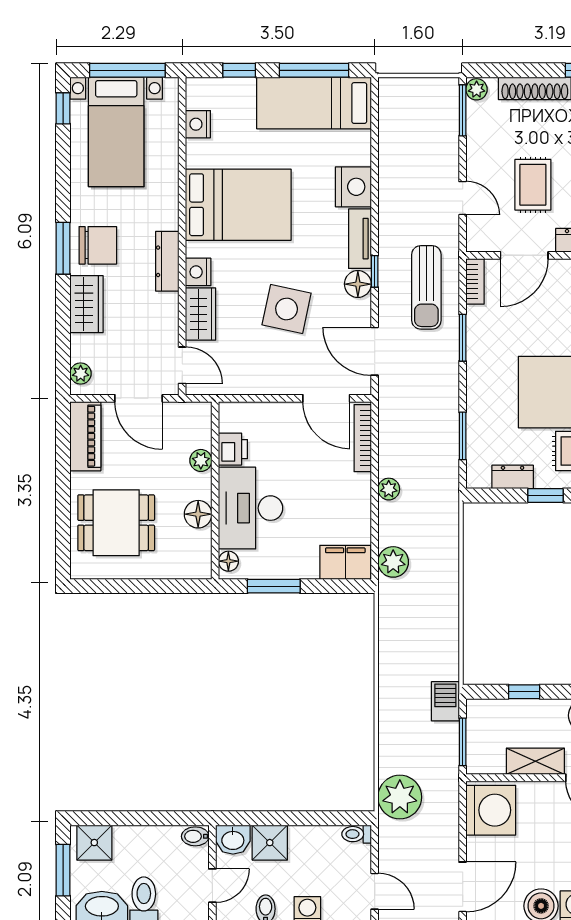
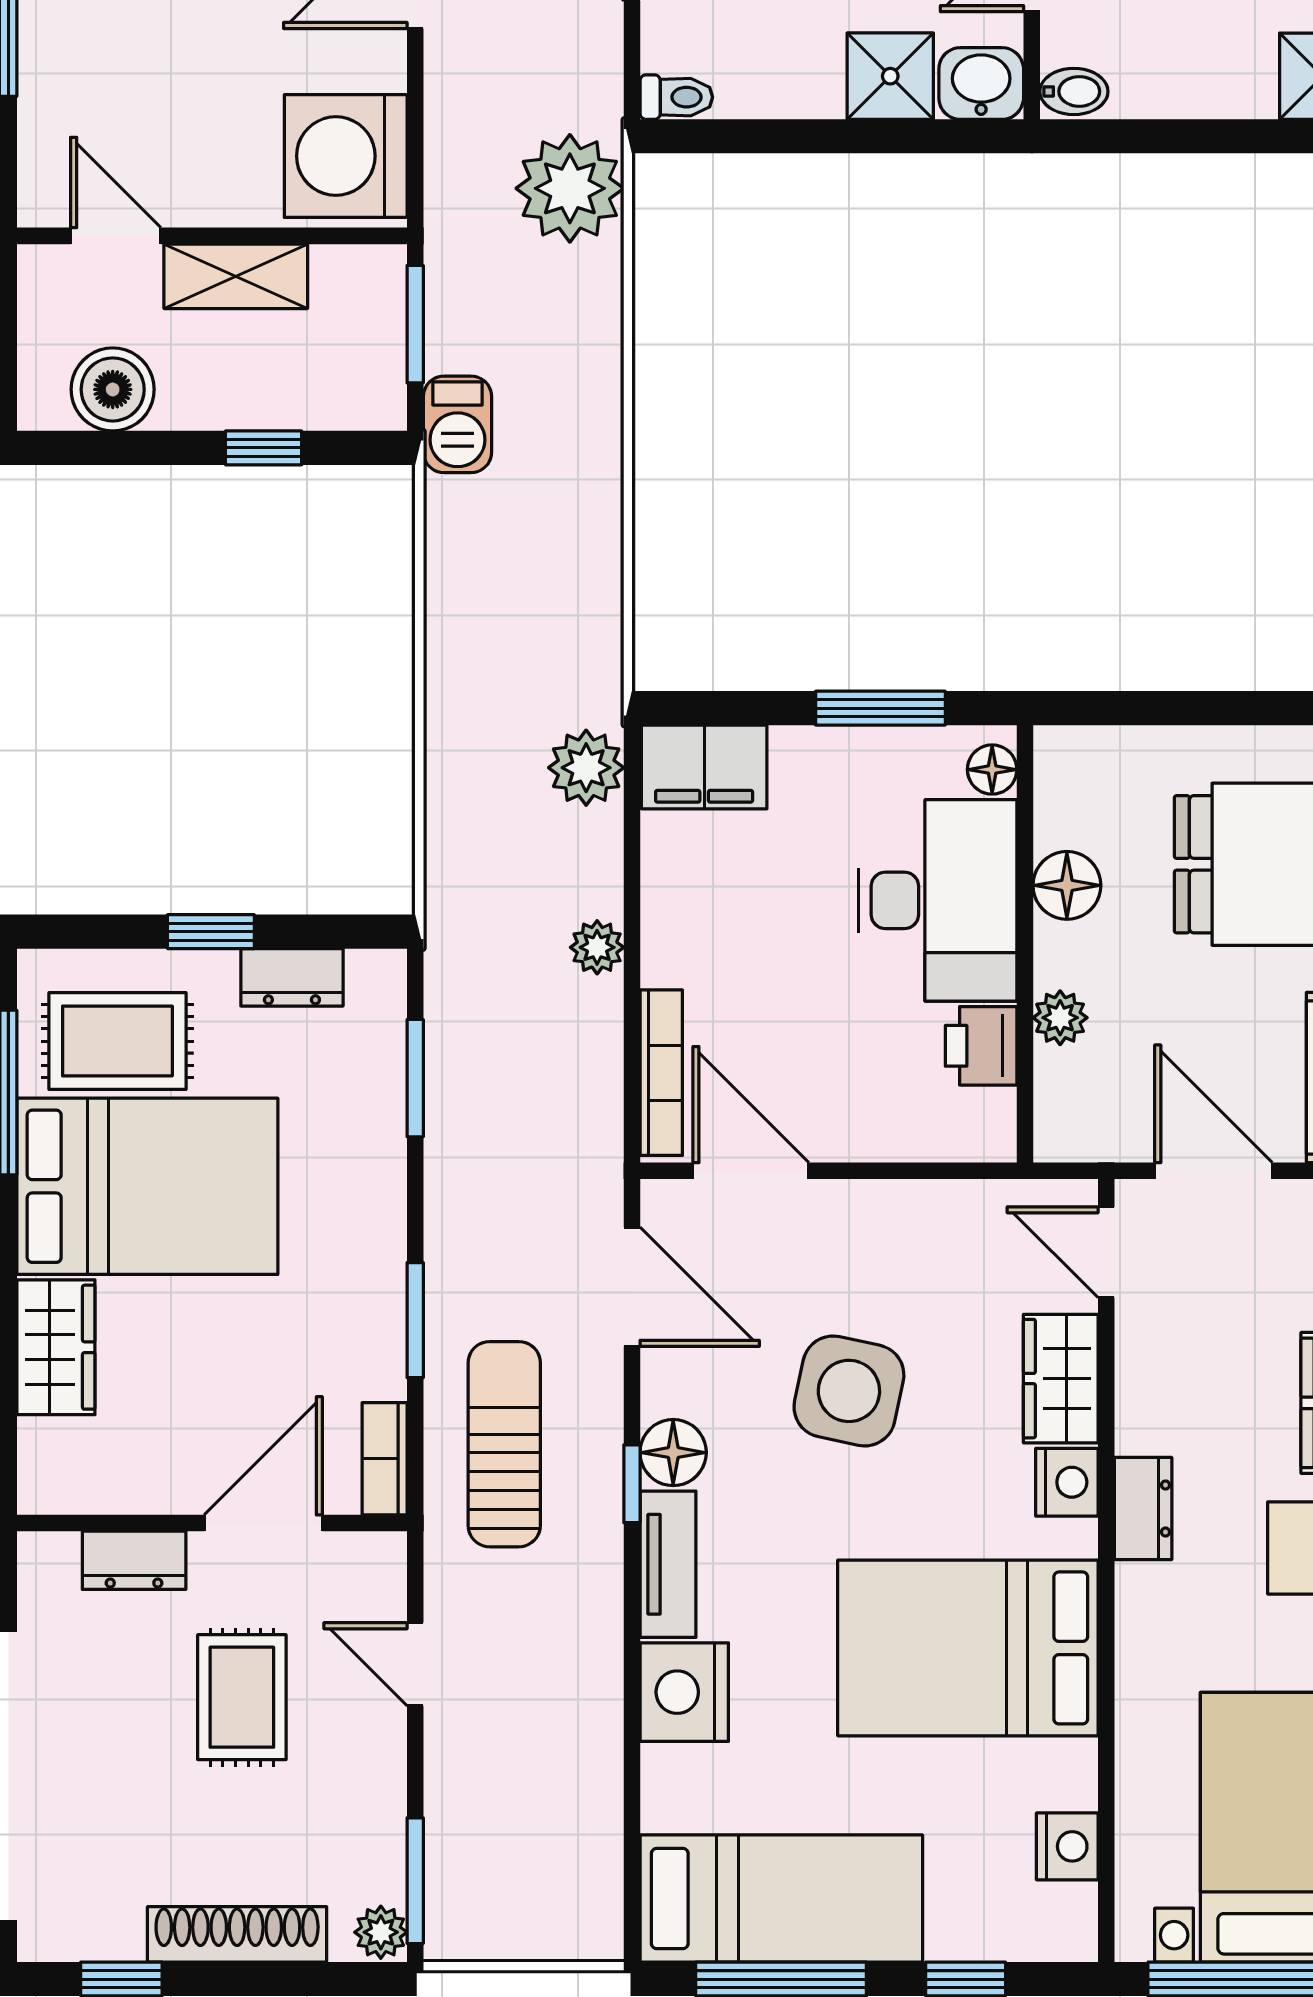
dresser: (167, 261) -> (1143, 1509), width x0.70

